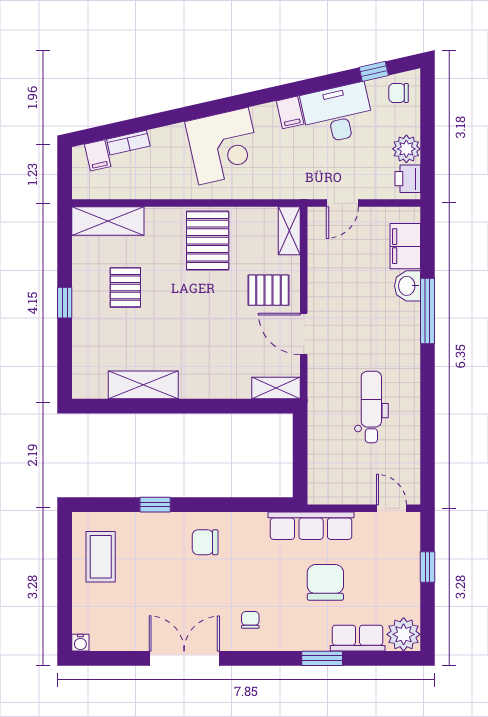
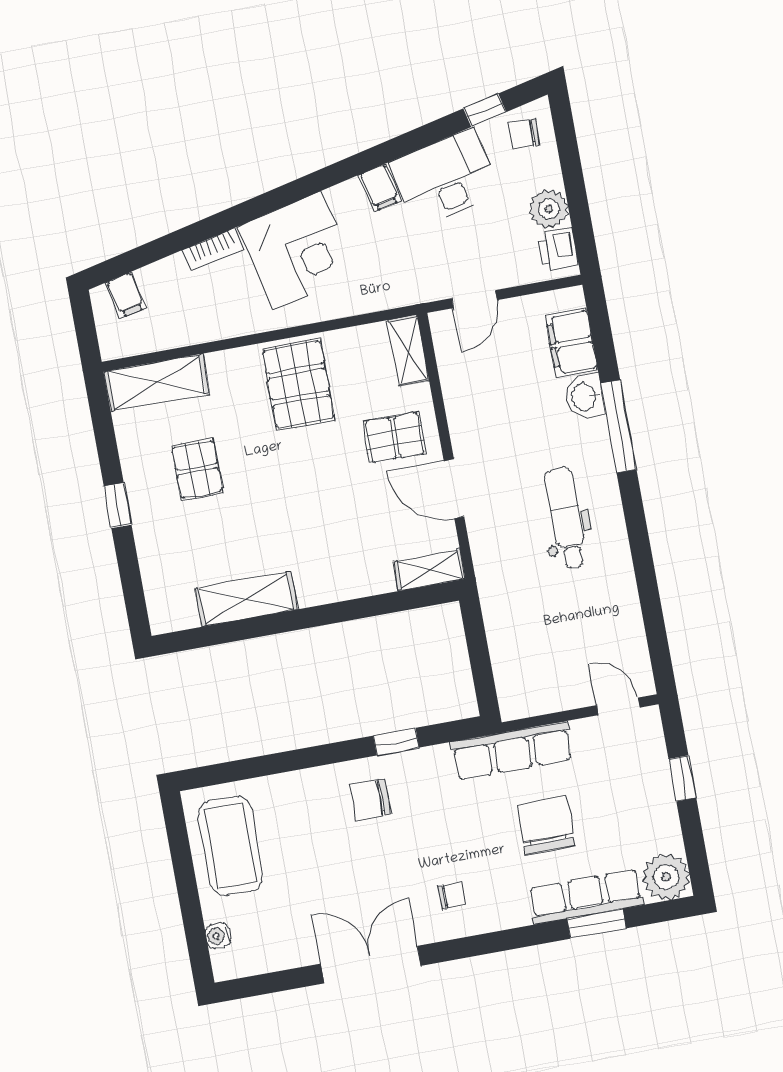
bookcase: (128, 143) -> (213, 249), moved
dental chair: (371, 407) -> (566, 518), moved
window: (155, 505) -> (396, 742), moved
coffee table: (101, 557) -> (231, 846), width x1.36, depth x1.32
chair: (250, 620) -> (452, 895), turned 90
row of seats: (358, 638) -> (586, 897), width x1.48
water cooler: (80, 643) -> (218, 936), moved, turned 90
window: (322, 658) -> (597, 924), moved

